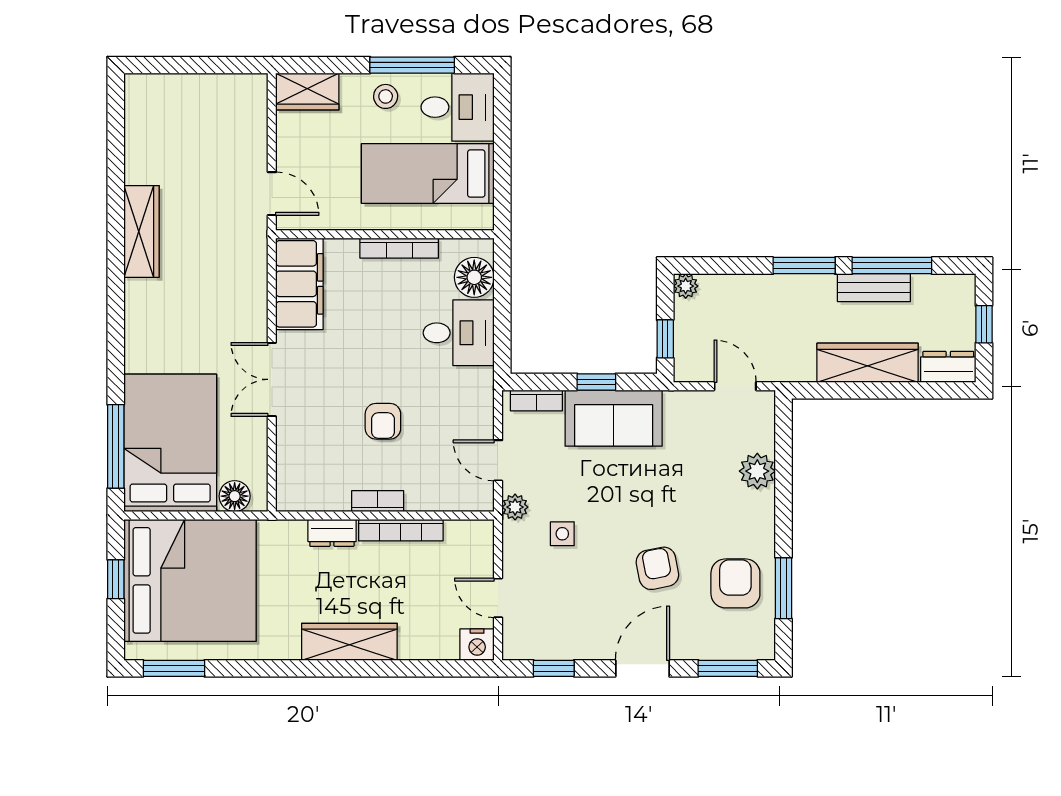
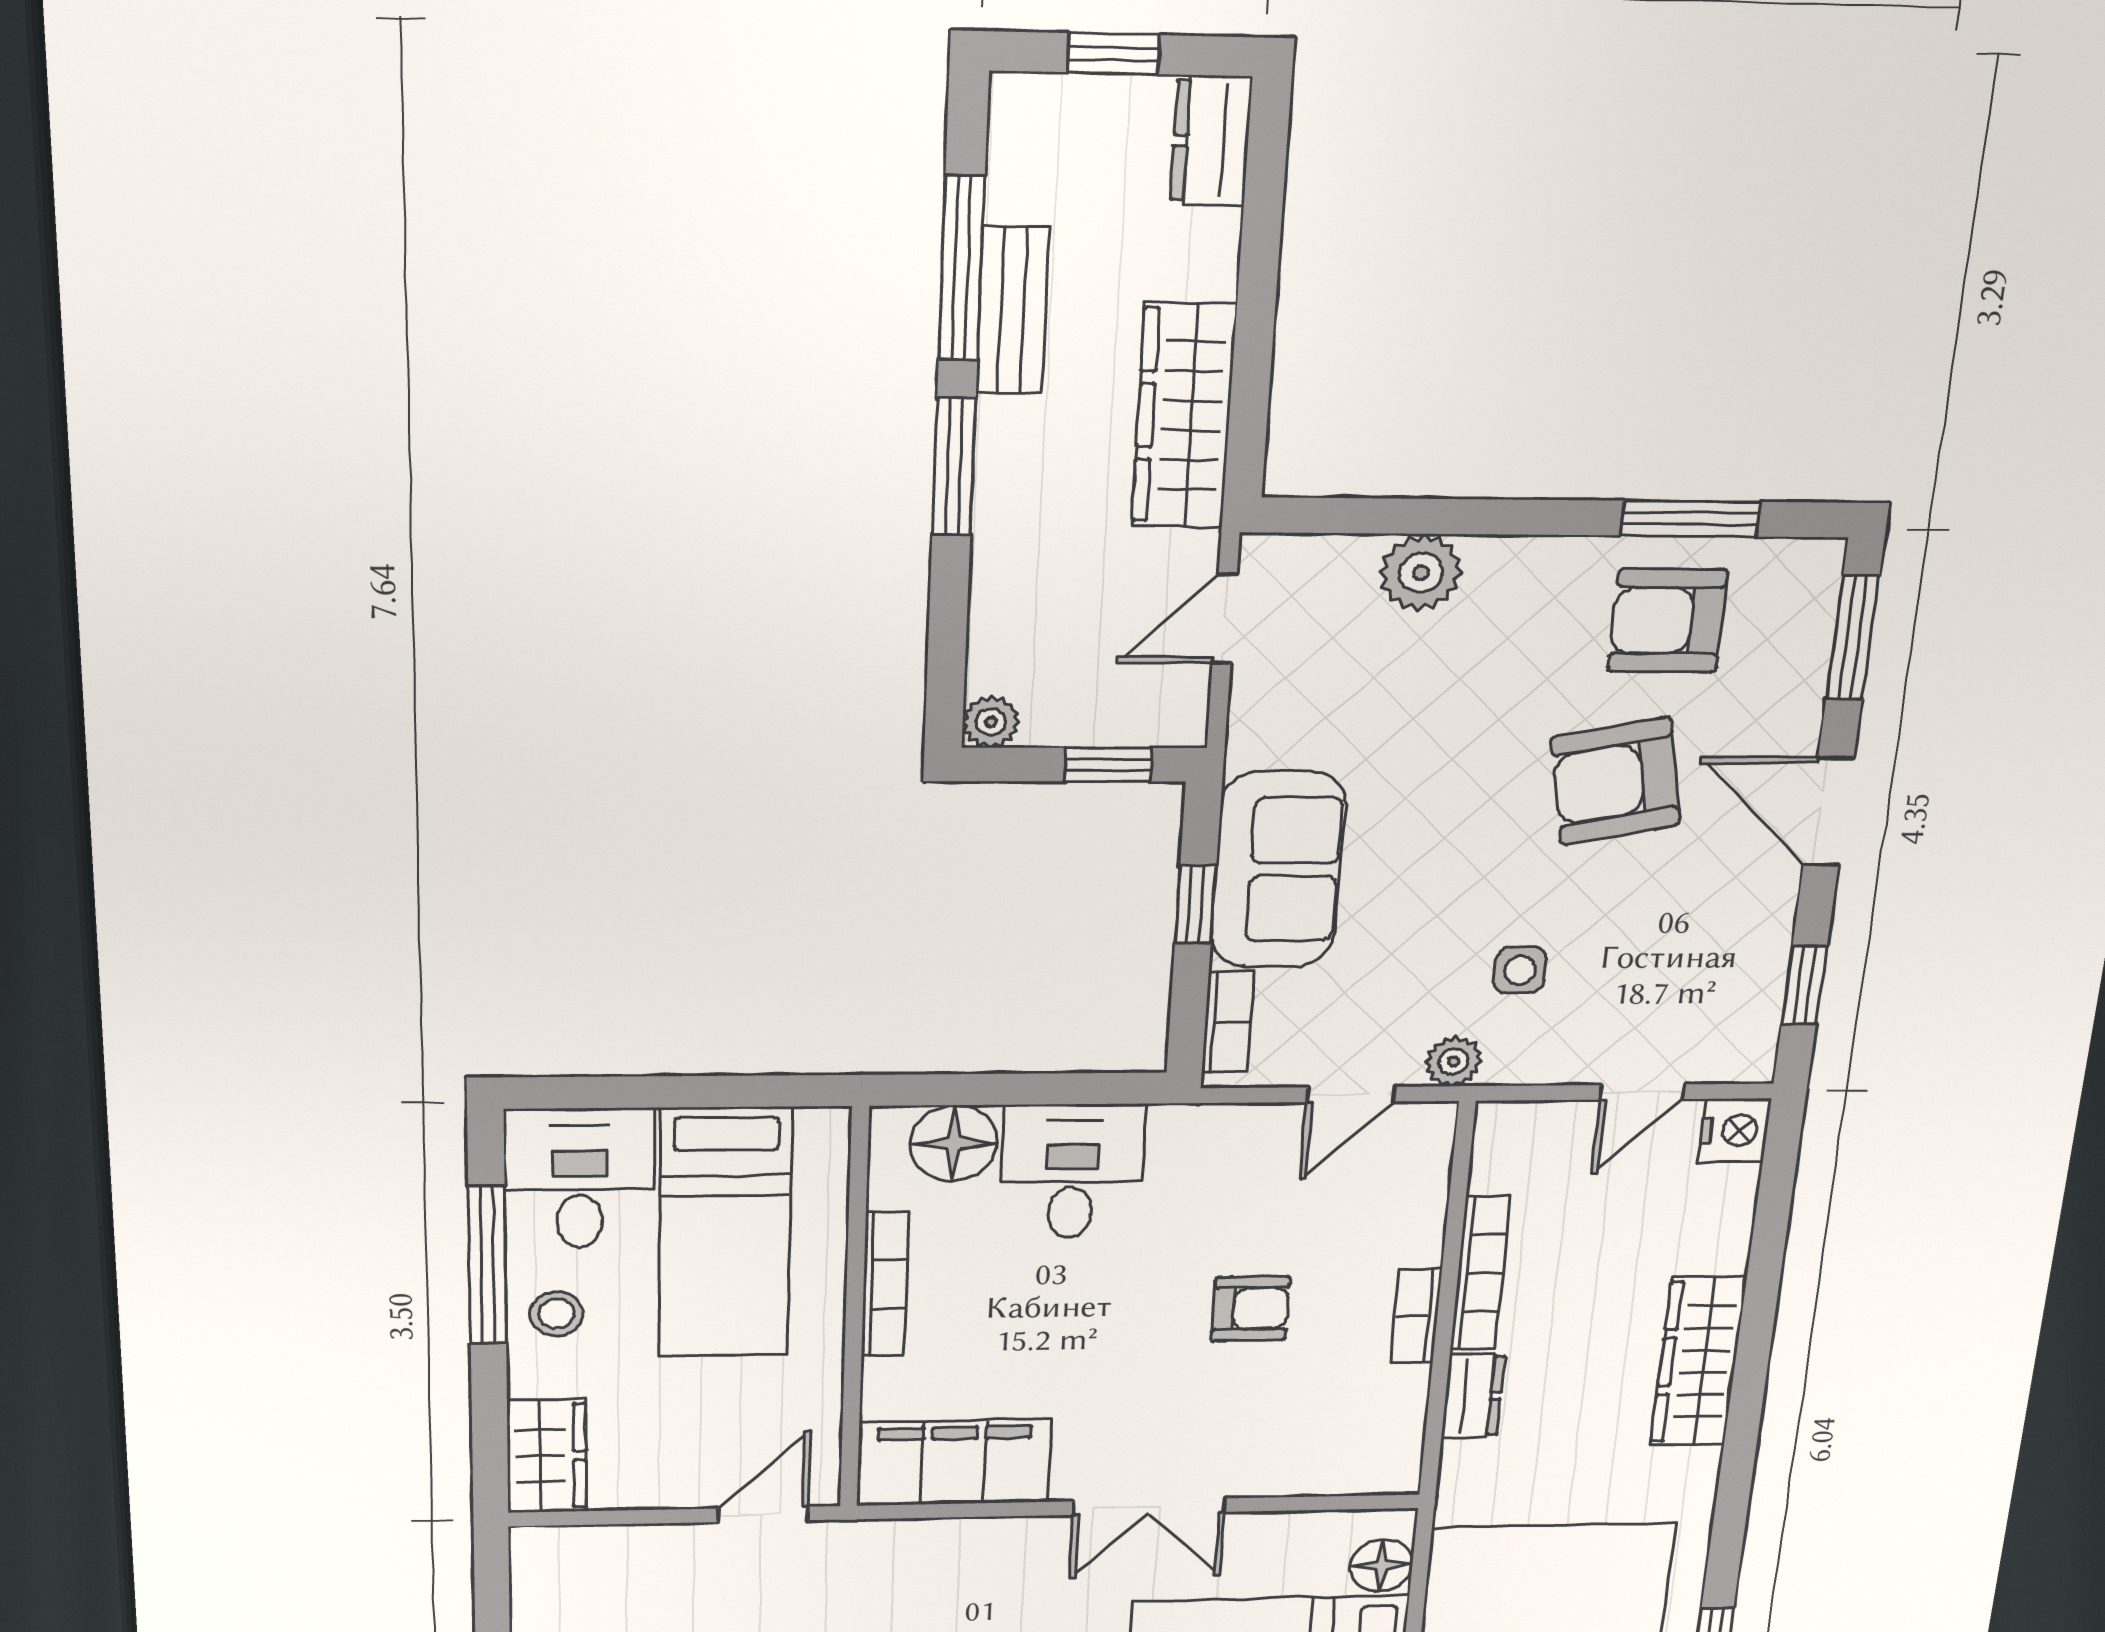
wardrobe: (868, 363) -> (1184, 416), moved
armchair: (657, 568) -> (1616, 781), width x1.38, depth x1.38

